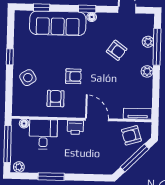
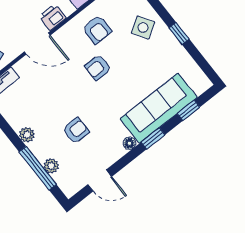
window: (87, 9) -> (153, 138), moved
armchair: (117, 50) -> (76, 131), turned 144

